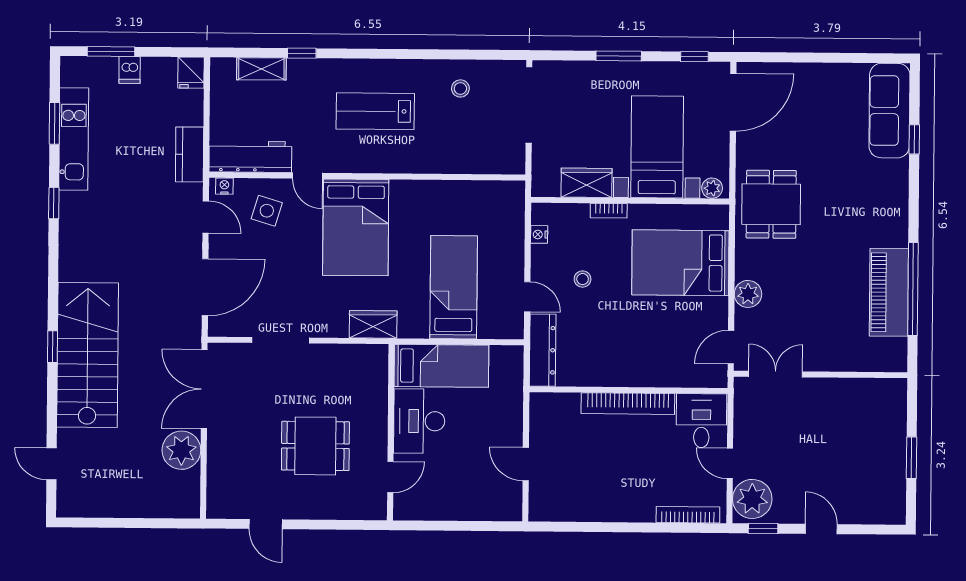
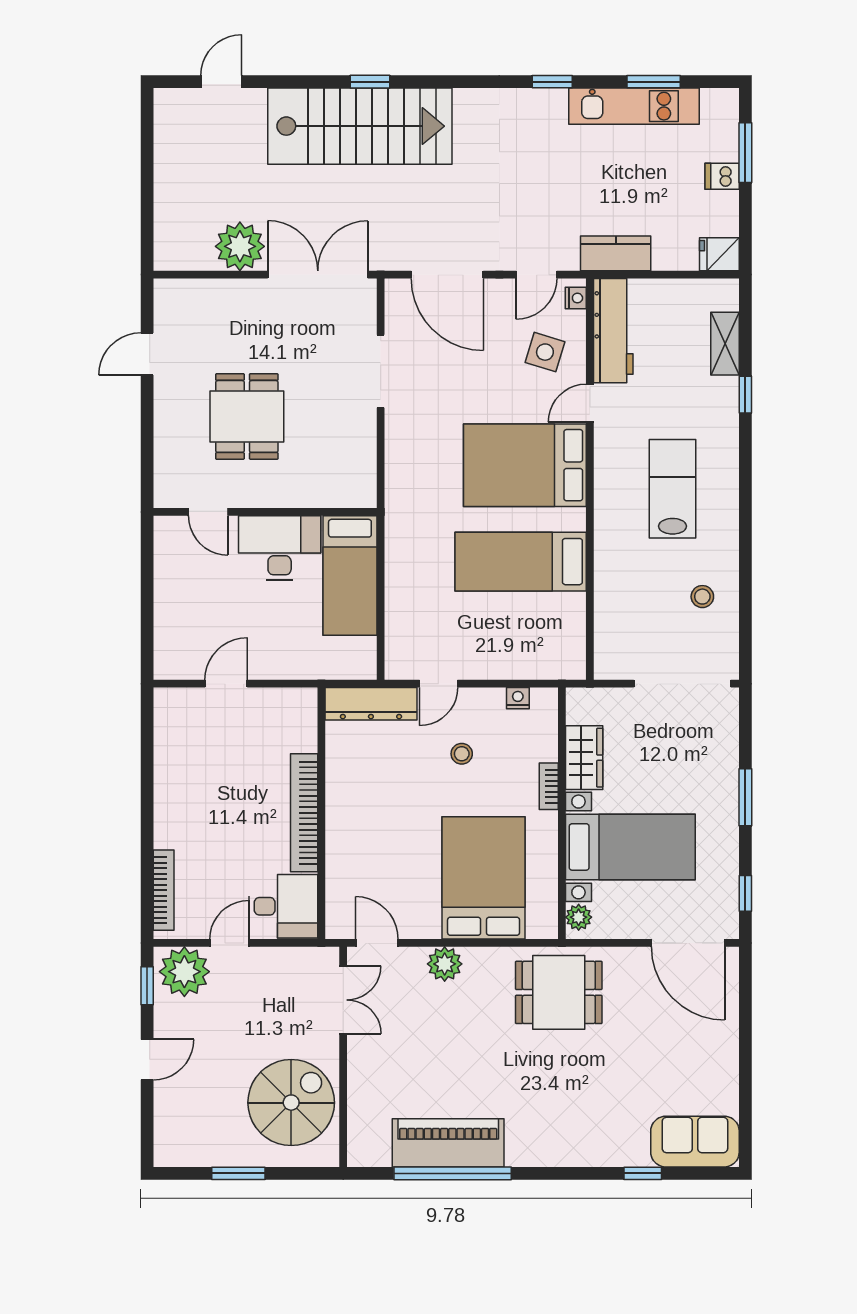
sofa: (889, 111) -> (695, 1142), width x0.73
bed: (454, 287) -> (521, 562), moved, turned 180
wardrobe: (373, 324) -> (402, 488), removed
spiral stairs: (856, 416) -> (291, 1103), added

